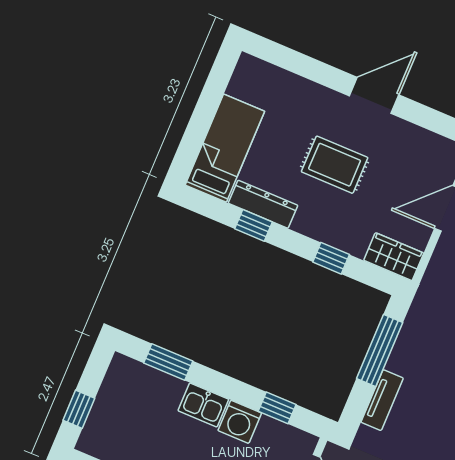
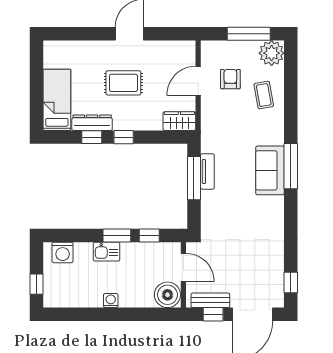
window: (331, 258) -> (124, 137), moved
window: (168, 362) -> (117, 236), moved
tv unit: (382, 400) -> (207, 172), moved
washing machine: (240, 422) -> (63, 252), moved

